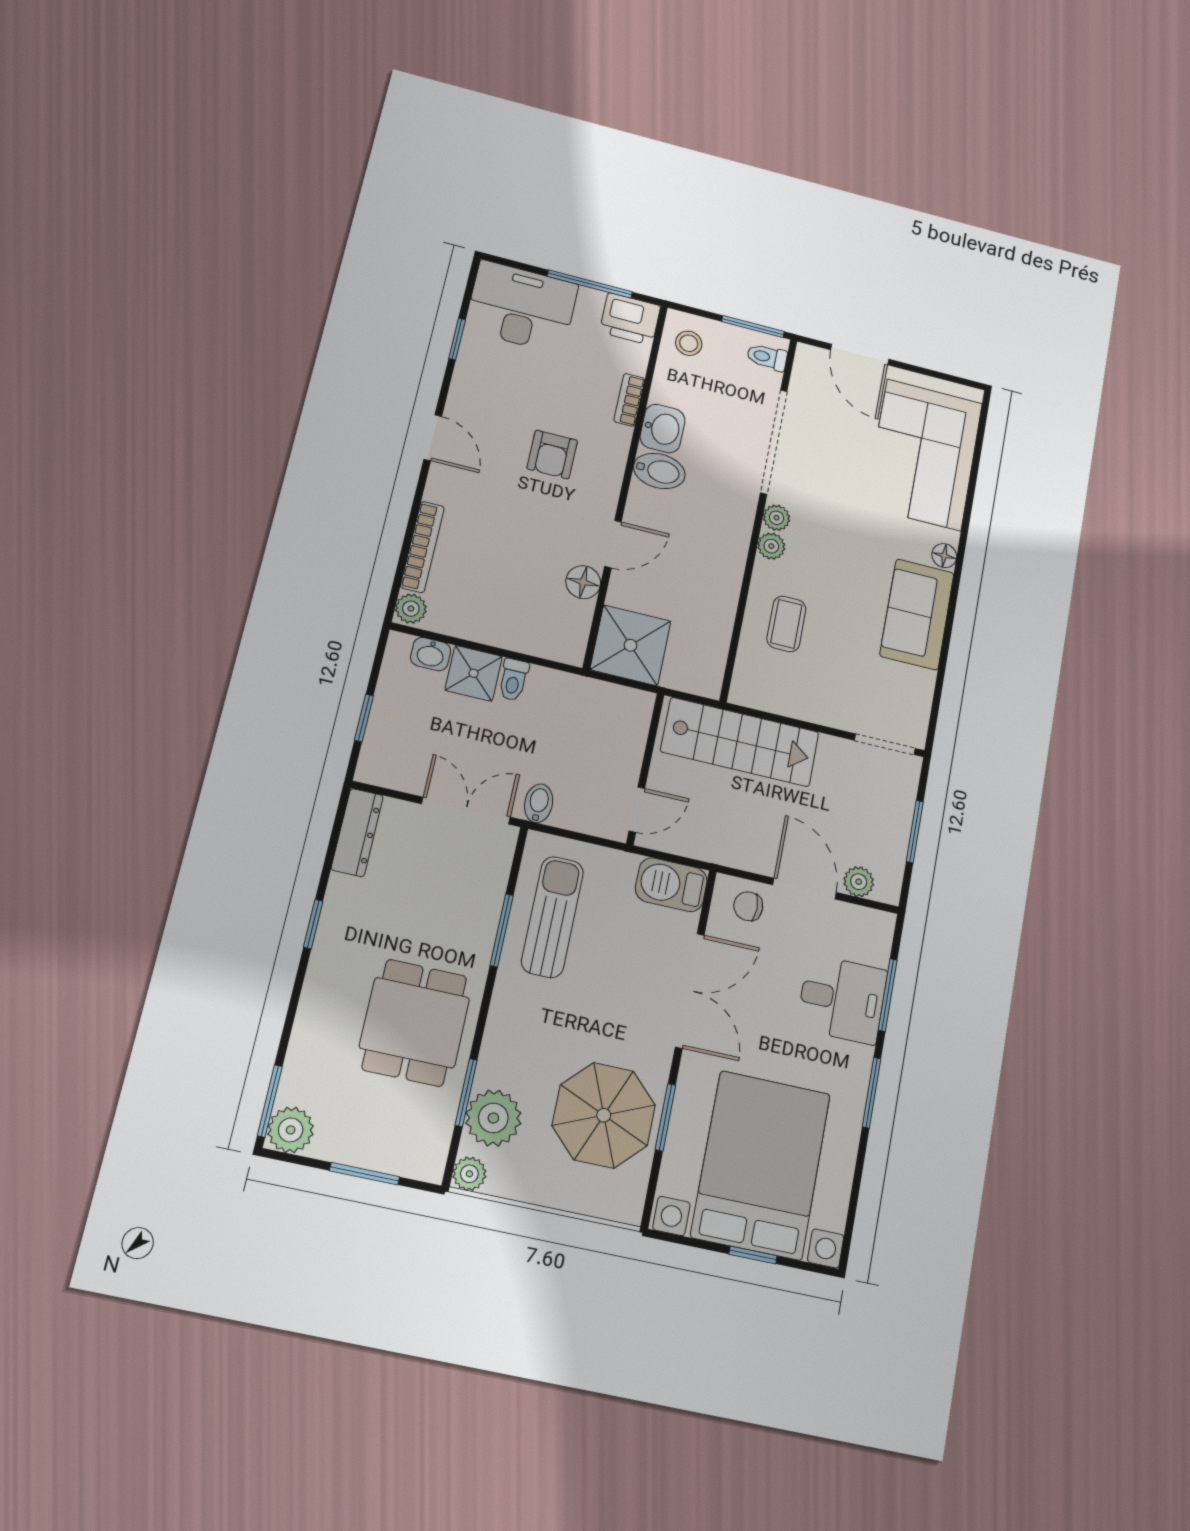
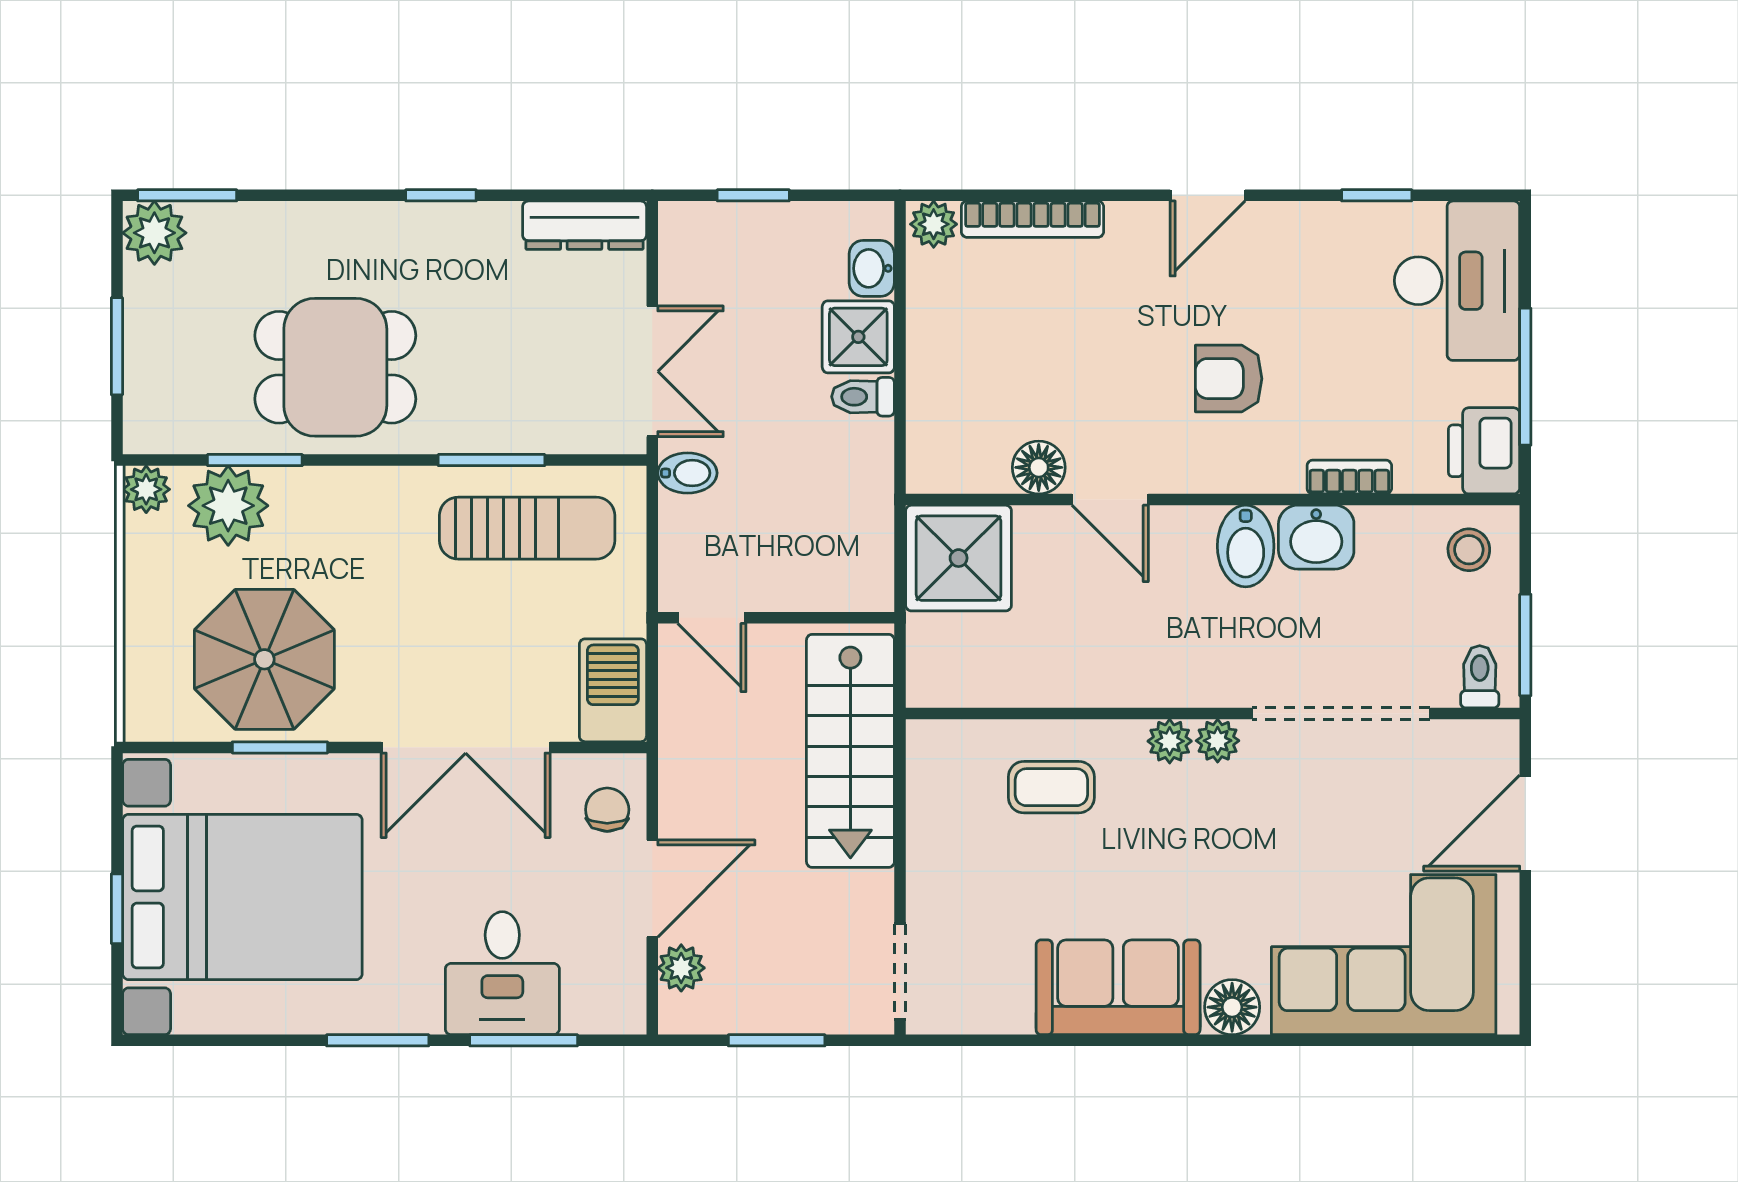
floor lamp: (944, 556) -> (1232, 1007), width x1.37, depth x1.37

